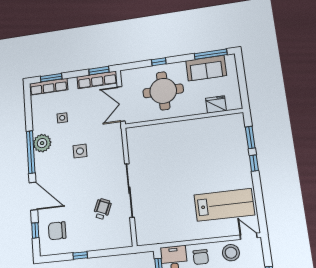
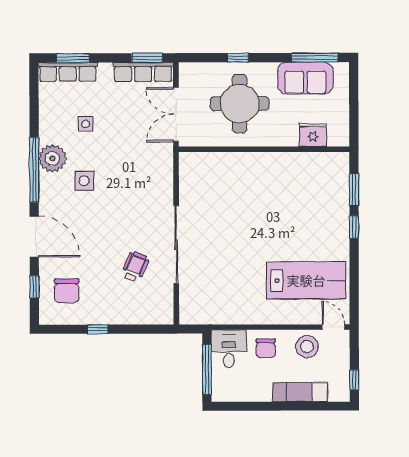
side table: (80, 151) -> (84, 181), moved
chair: (57, 231) -> (67, 291), turned -90

